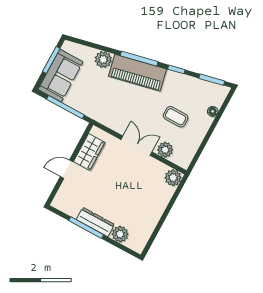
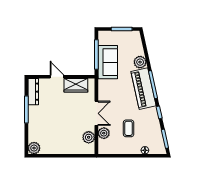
sofa: (61, 76) -> (108, 62), moved, turned -90
plant: (173, 178) -> (89, 137), moved
dresser: (95, 222) -> (33, 92), moved
plant: (120, 234) -> (34, 148), moved

